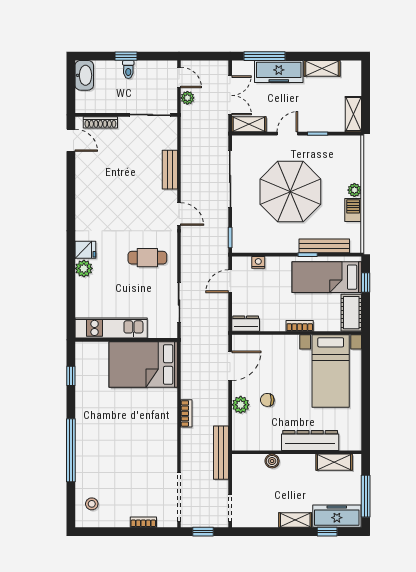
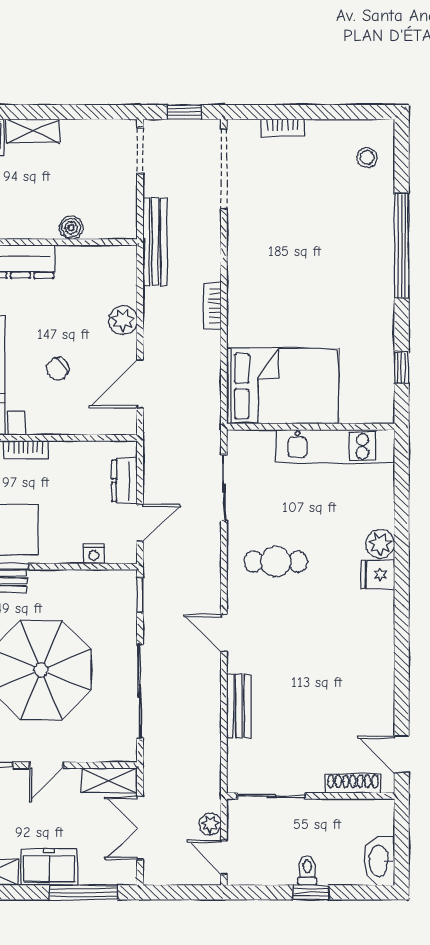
freezer: (279, 71) -> (49, 867), width x0.71
dresser: (246, 324) -> (124, 481), moved, turned 90
chair: (267, 400) -> (58, 369), moved, turned 142

